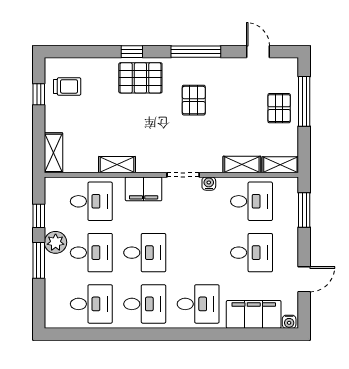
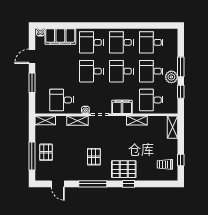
shelving: (242, 165) -> (77, 121), moved
window: (304, 210) -> (32, 83), moved
desk: (252, 253) -> (91, 71), moved

